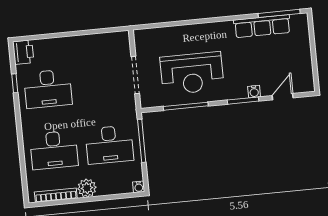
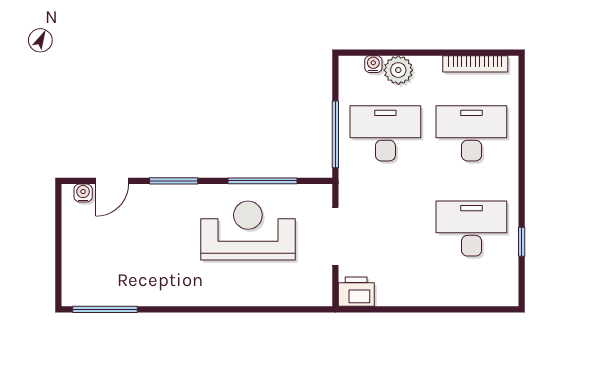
row of seats: (262, 26) -> (133, 292), removed
printer: (23, 52) -> (356, 292), moved, turned 90
water cooler: (254, 92) -> (83, 193), moved
water cooler: (139, 187) -> (373, 64), moved
plant: (87, 188) -> (398, 70), moved

